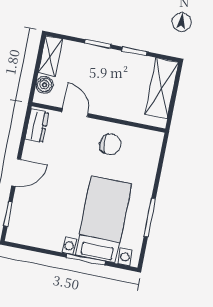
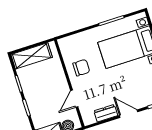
dresser: (37, 126) -> (106, 113), moved
chair: (110, 144) -> (81, 68), turned 90

